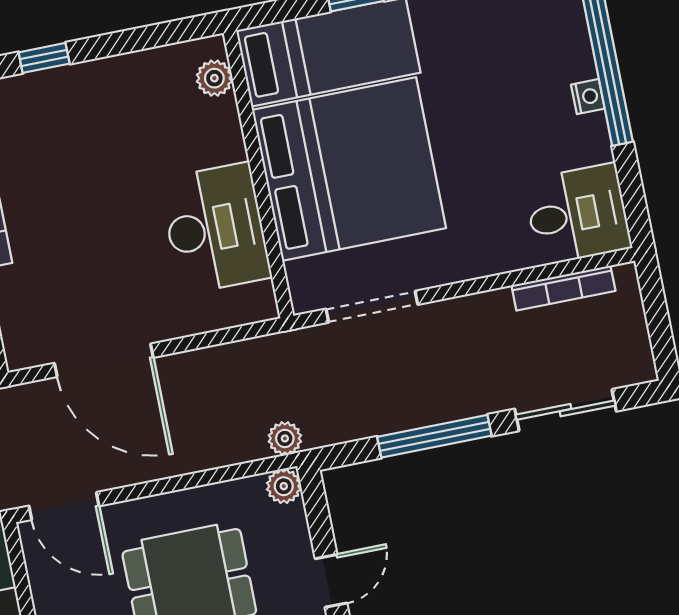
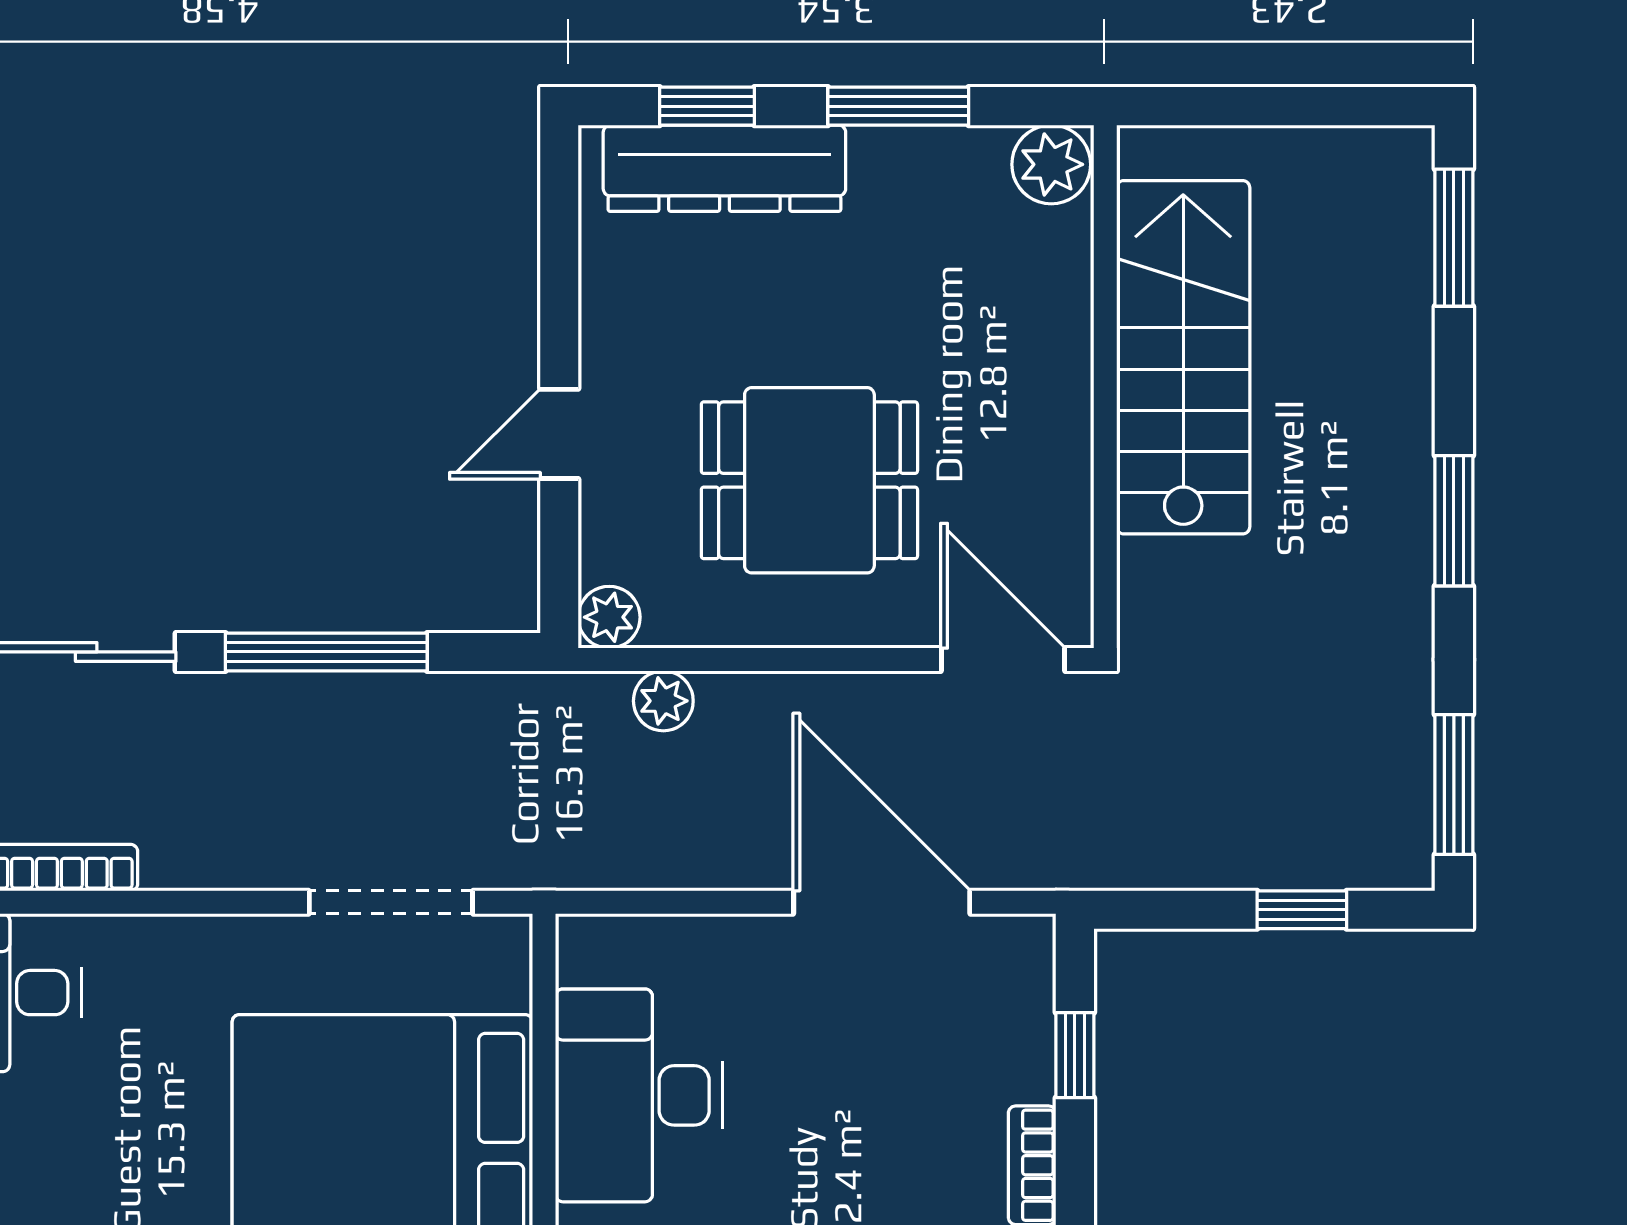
plant: (285, 438) -> (663, 701), moved

